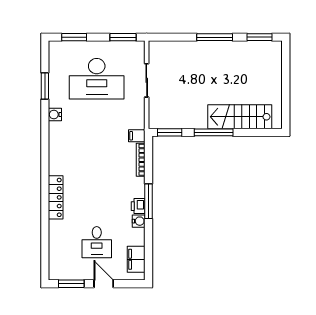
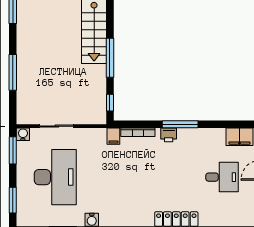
window: (215, 37) -> (13, 72), moved
window: (170, 132) -> (110, 103), width x0.67
printer: (138, 206) -> (169, 135), moved
water cooler: (139, 221) -> (23, 134), moved

